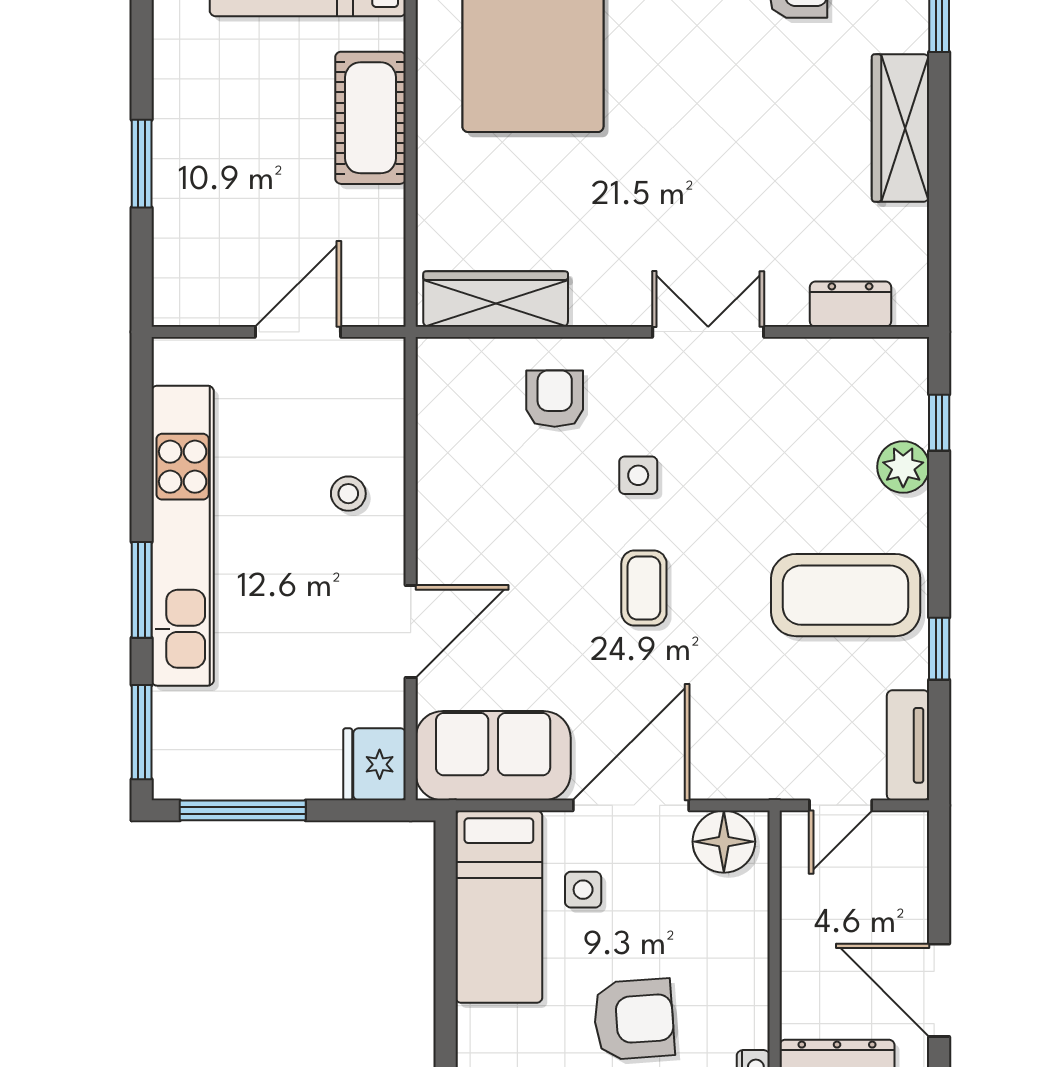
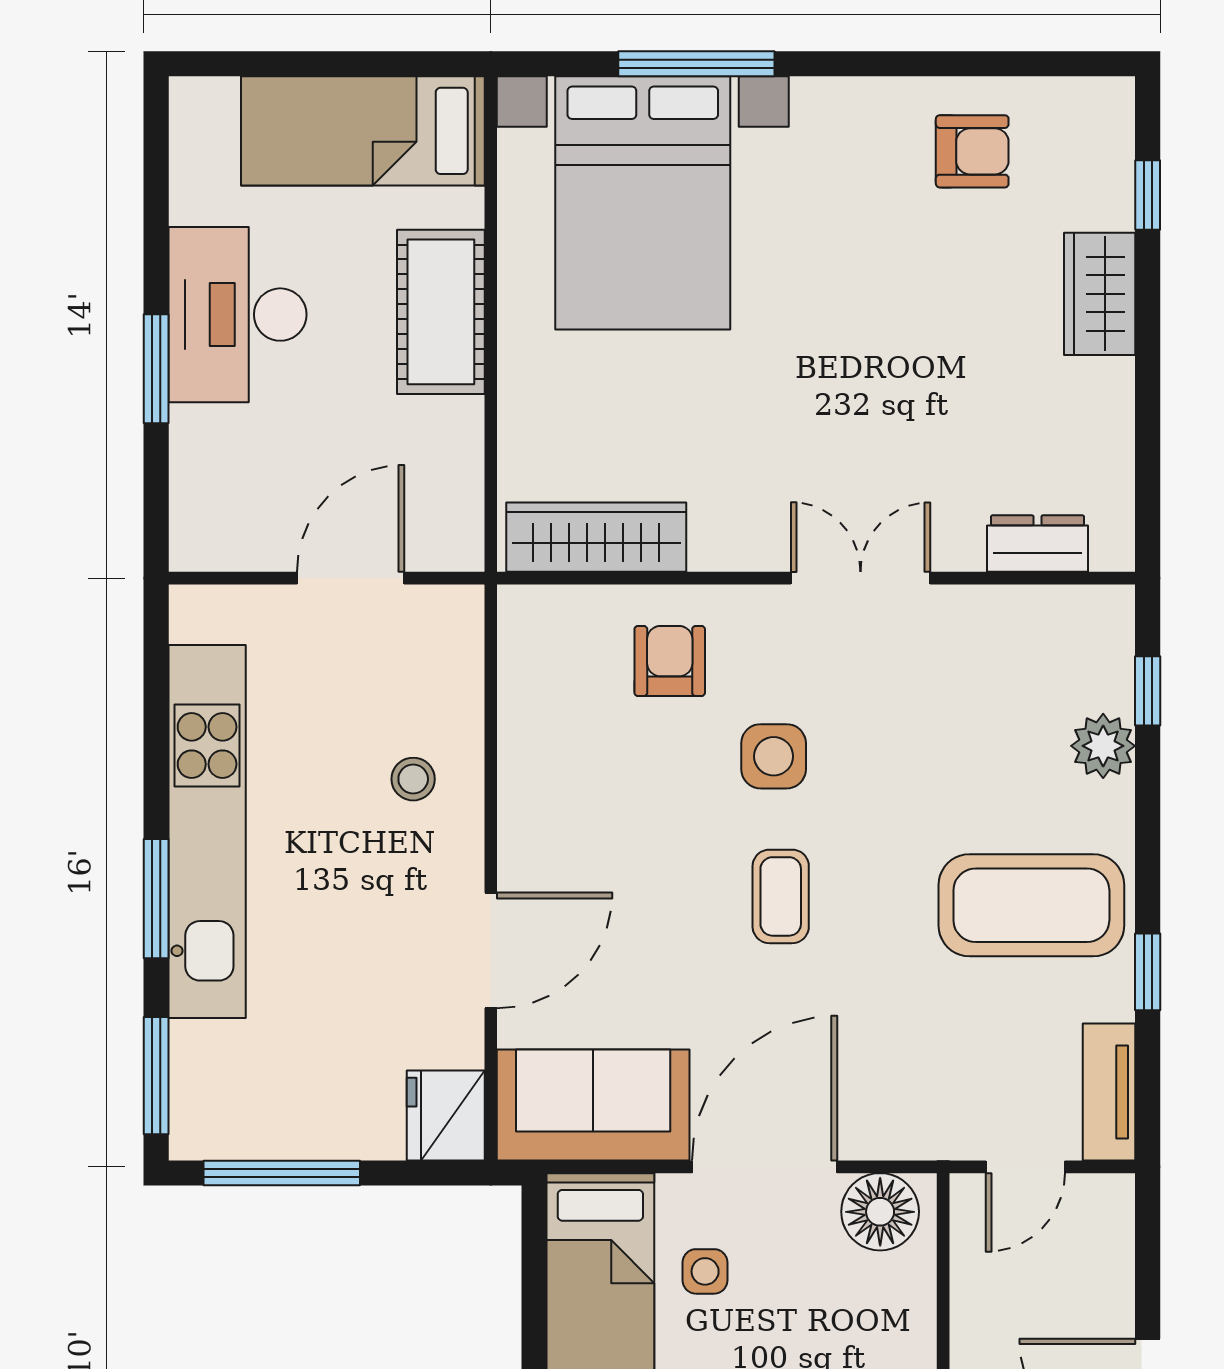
desk: (207, 120) -> (237, 315), added
wardrobe: (901, 128) -> (1100, 294), width x0.67
side table: (638, 475) -> (774, 756), width x1.37, depth x1.37

